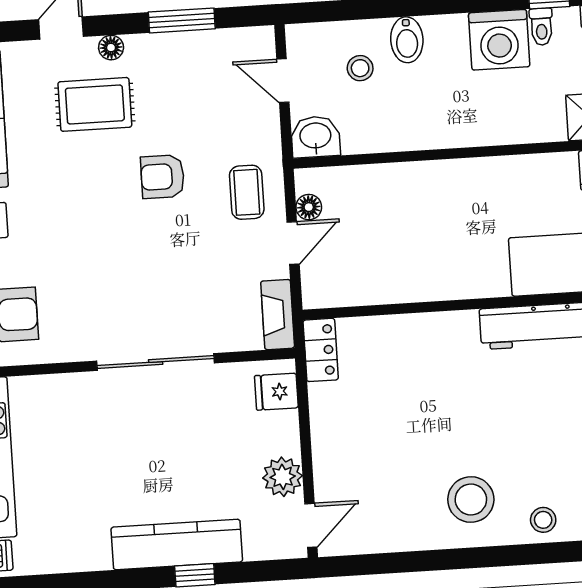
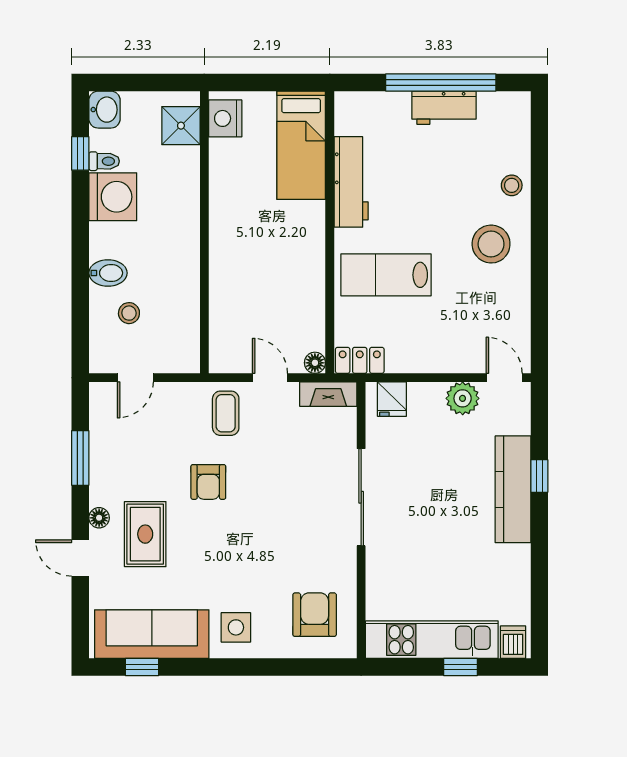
washbasin: (315, 137) -> (183, 354), removed
coffee table: (247, 192) -> (226, 413), turned 90
floor lamp: (309, 207) -> (315, 363), moved
lab bench: (426, 375) -> (386, 275), added

